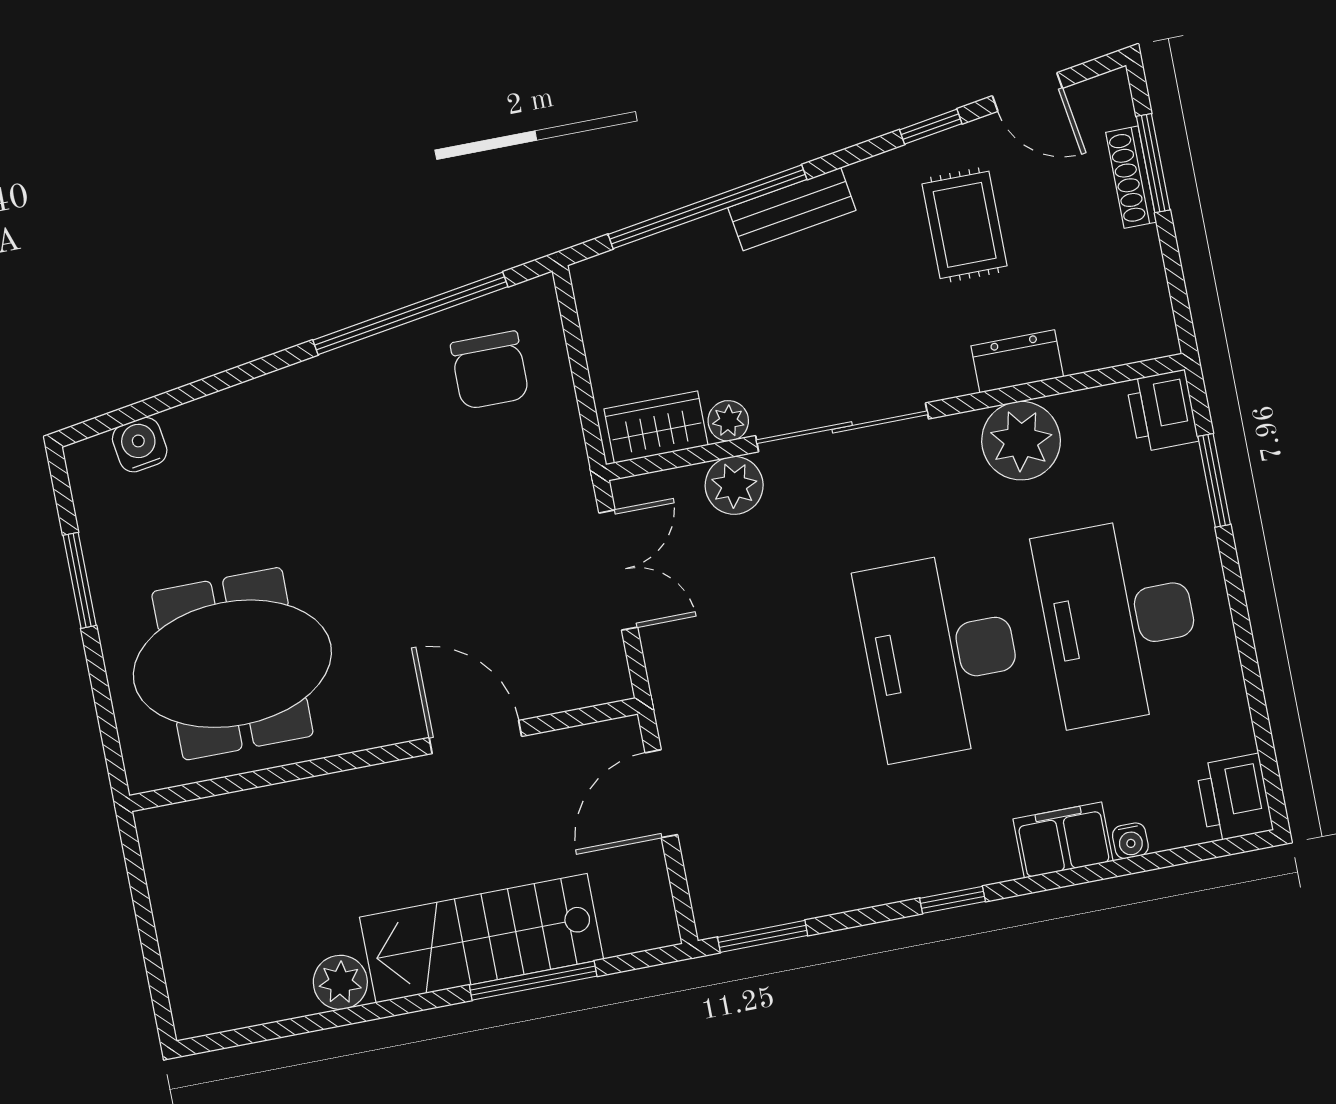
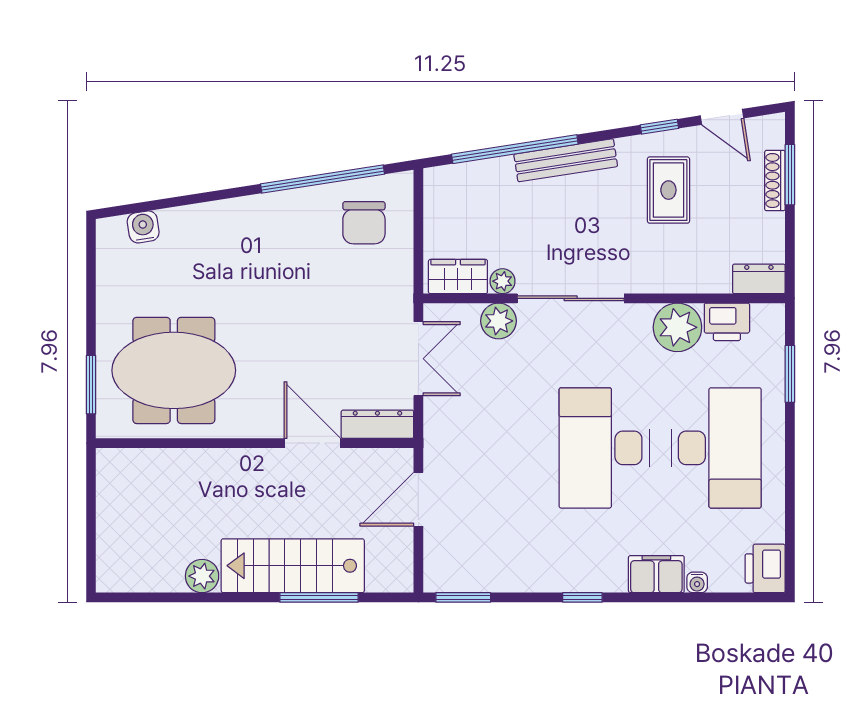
bench: (792, 209) -> (566, 160), width x1.36
dresser: (1017, 361) -> (759, 279), moved
printer: (1162, 411) -> (727, 322), moved, turned -90
window: (80, 580) -> (91, 385), moved
desk: (1120, 621) -> (716, 448), turned 180
dresser: (573, 687) -> (377, 424), added

